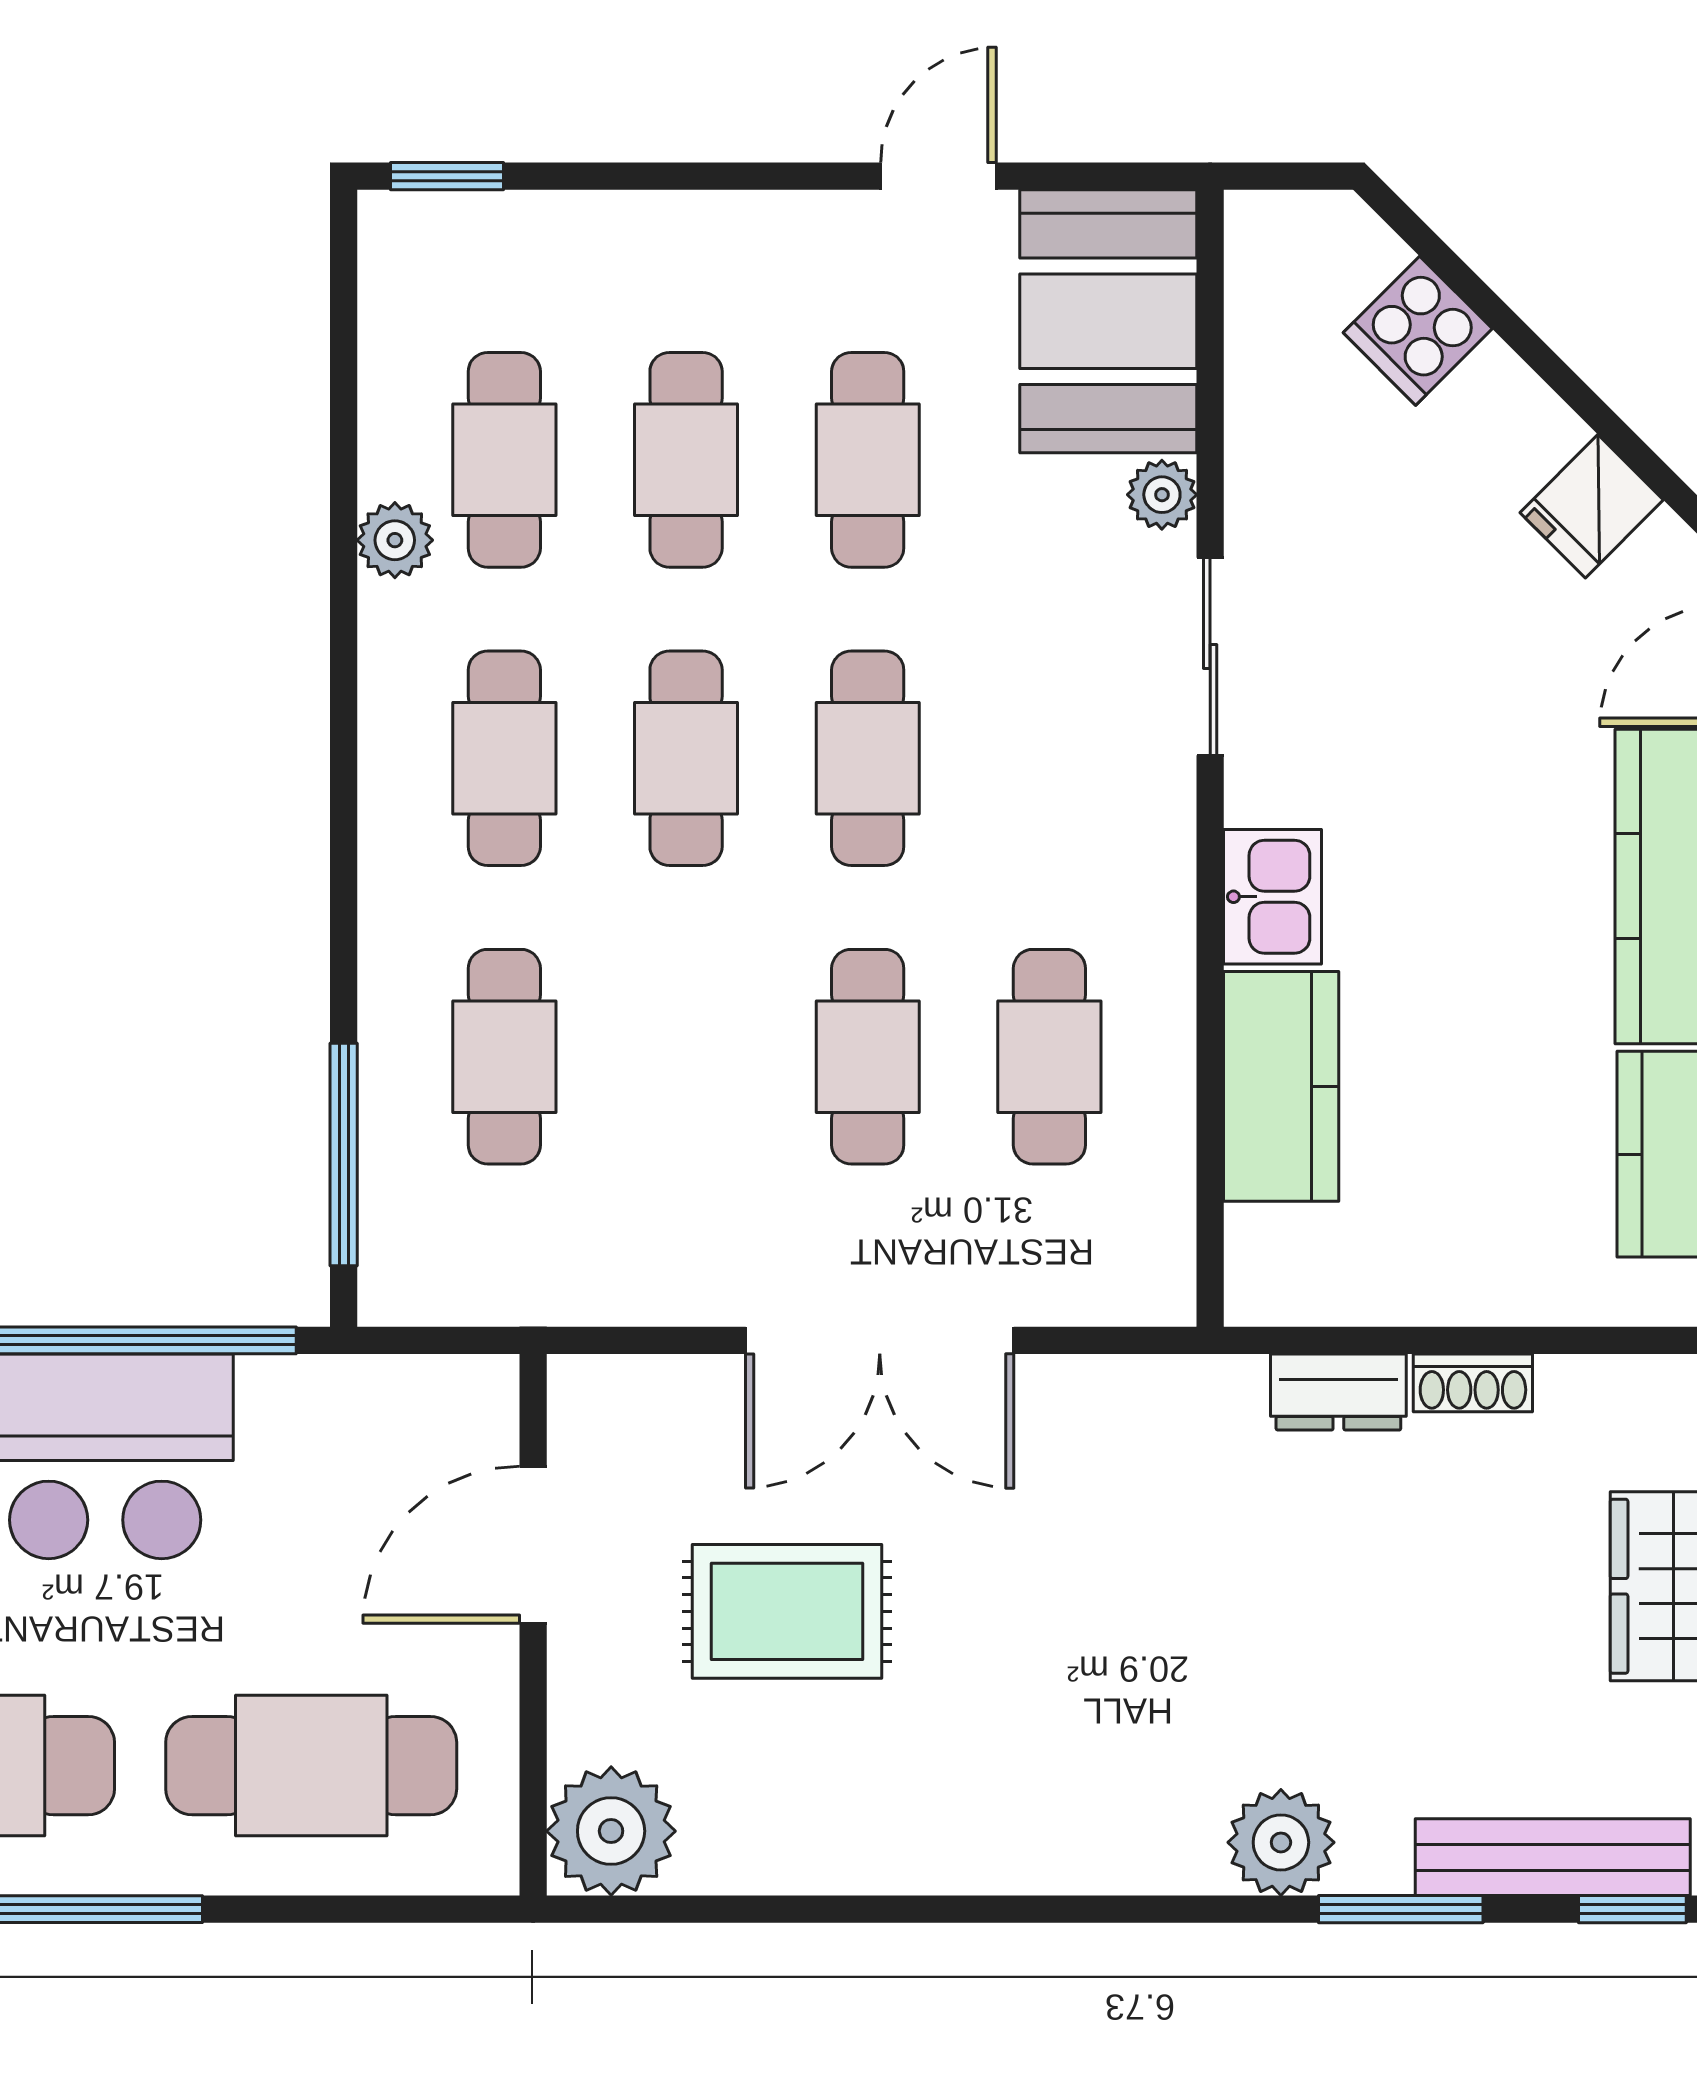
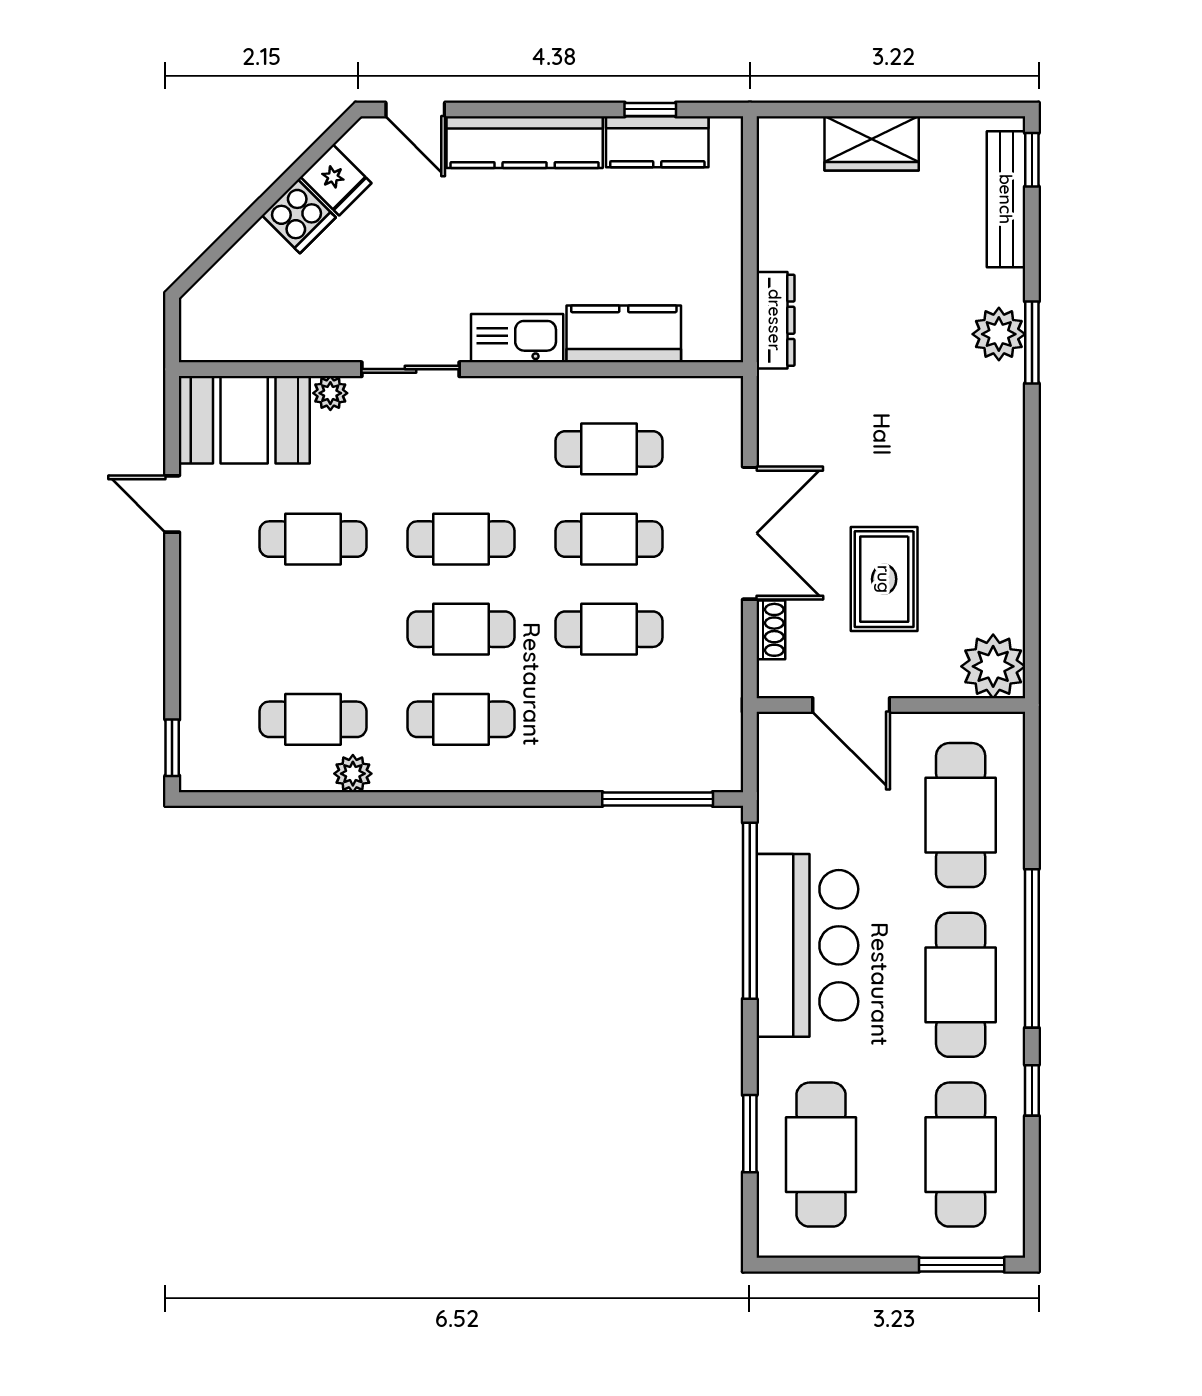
cooker: (1418, 331) -> (299, 216), moved
cafe table: (686, 460) -> (313, 629), removed
kitchen sink: (1273, 897) -> (517, 338), width x1.38
cafe table: (504, 1057) -> (609, 629), moved
shoe rack: (1473, 1383) -> (771, 630), moved
dresser: (1338, 1392) -> (775, 320), width x1.44
window: (1401, 1909) -> (1032, 342), moved

